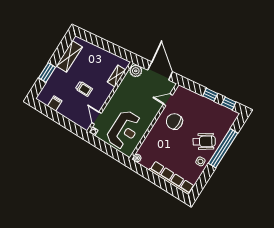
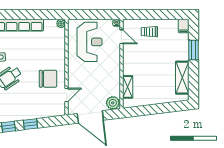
trolley: (84, 89) -> (149, 32), moved
filing cabinet: (55, 103) -> (183, 26), moved
reception desk: (124, 130) -> (90, 42), turned 180

